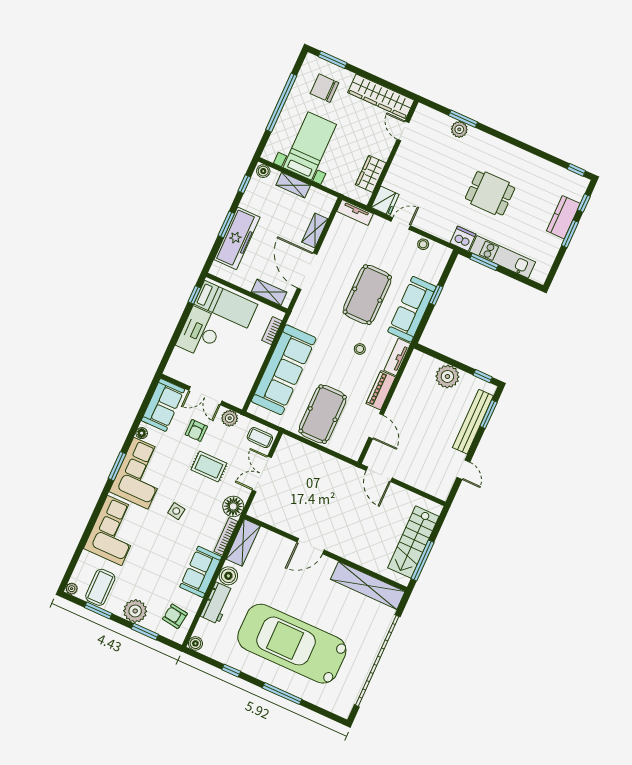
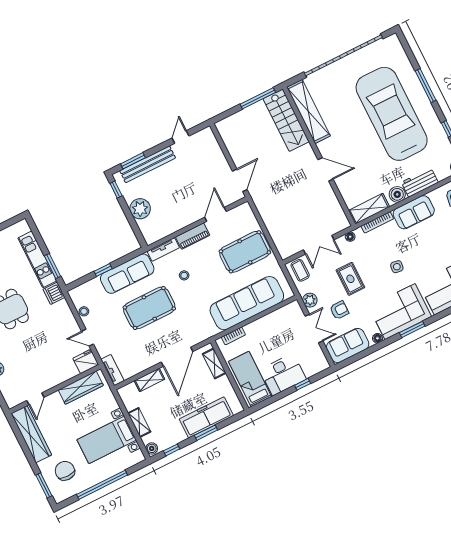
chair: (324, 88) -> (65, 471), turned 180
wardrobe: (371, 174) -> (81, 388), width x1.50
window: (194, 295) -> (303, 384), moved
floor lamp: (233, 506) -> (350, 237), width x0.53, depth x0.53
stairs: (413, 542) -> (286, 120), moved, turned 90
car: (292, 644) -> (392, 114), turned 180

